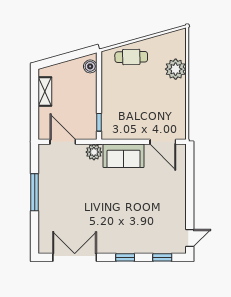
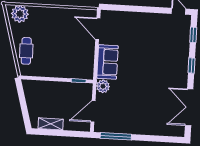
boiler: (90, 66) -> (32, 85), removed
plant: (176, 69) -> (20, 14), moved
door: (163, 142) -> (98, 29), swing flipped
window: (35, 192) -> (116, 136), moved

